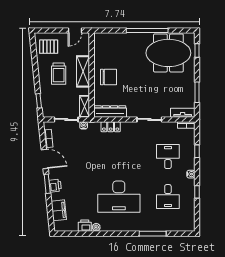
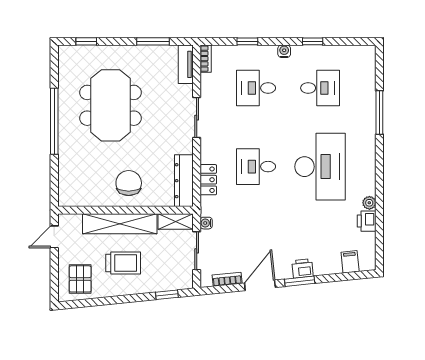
door: (75, 31) -> (54, 237), swing flipped
meeting table: (168, 53) -> (110, 105), moved
shelving: (83, 71) -> (120, 224), width x1.47
desk: (119, 157) -> (256, 167), added
filing cabinet: (59, 210) -> (350, 262), width x0.50

